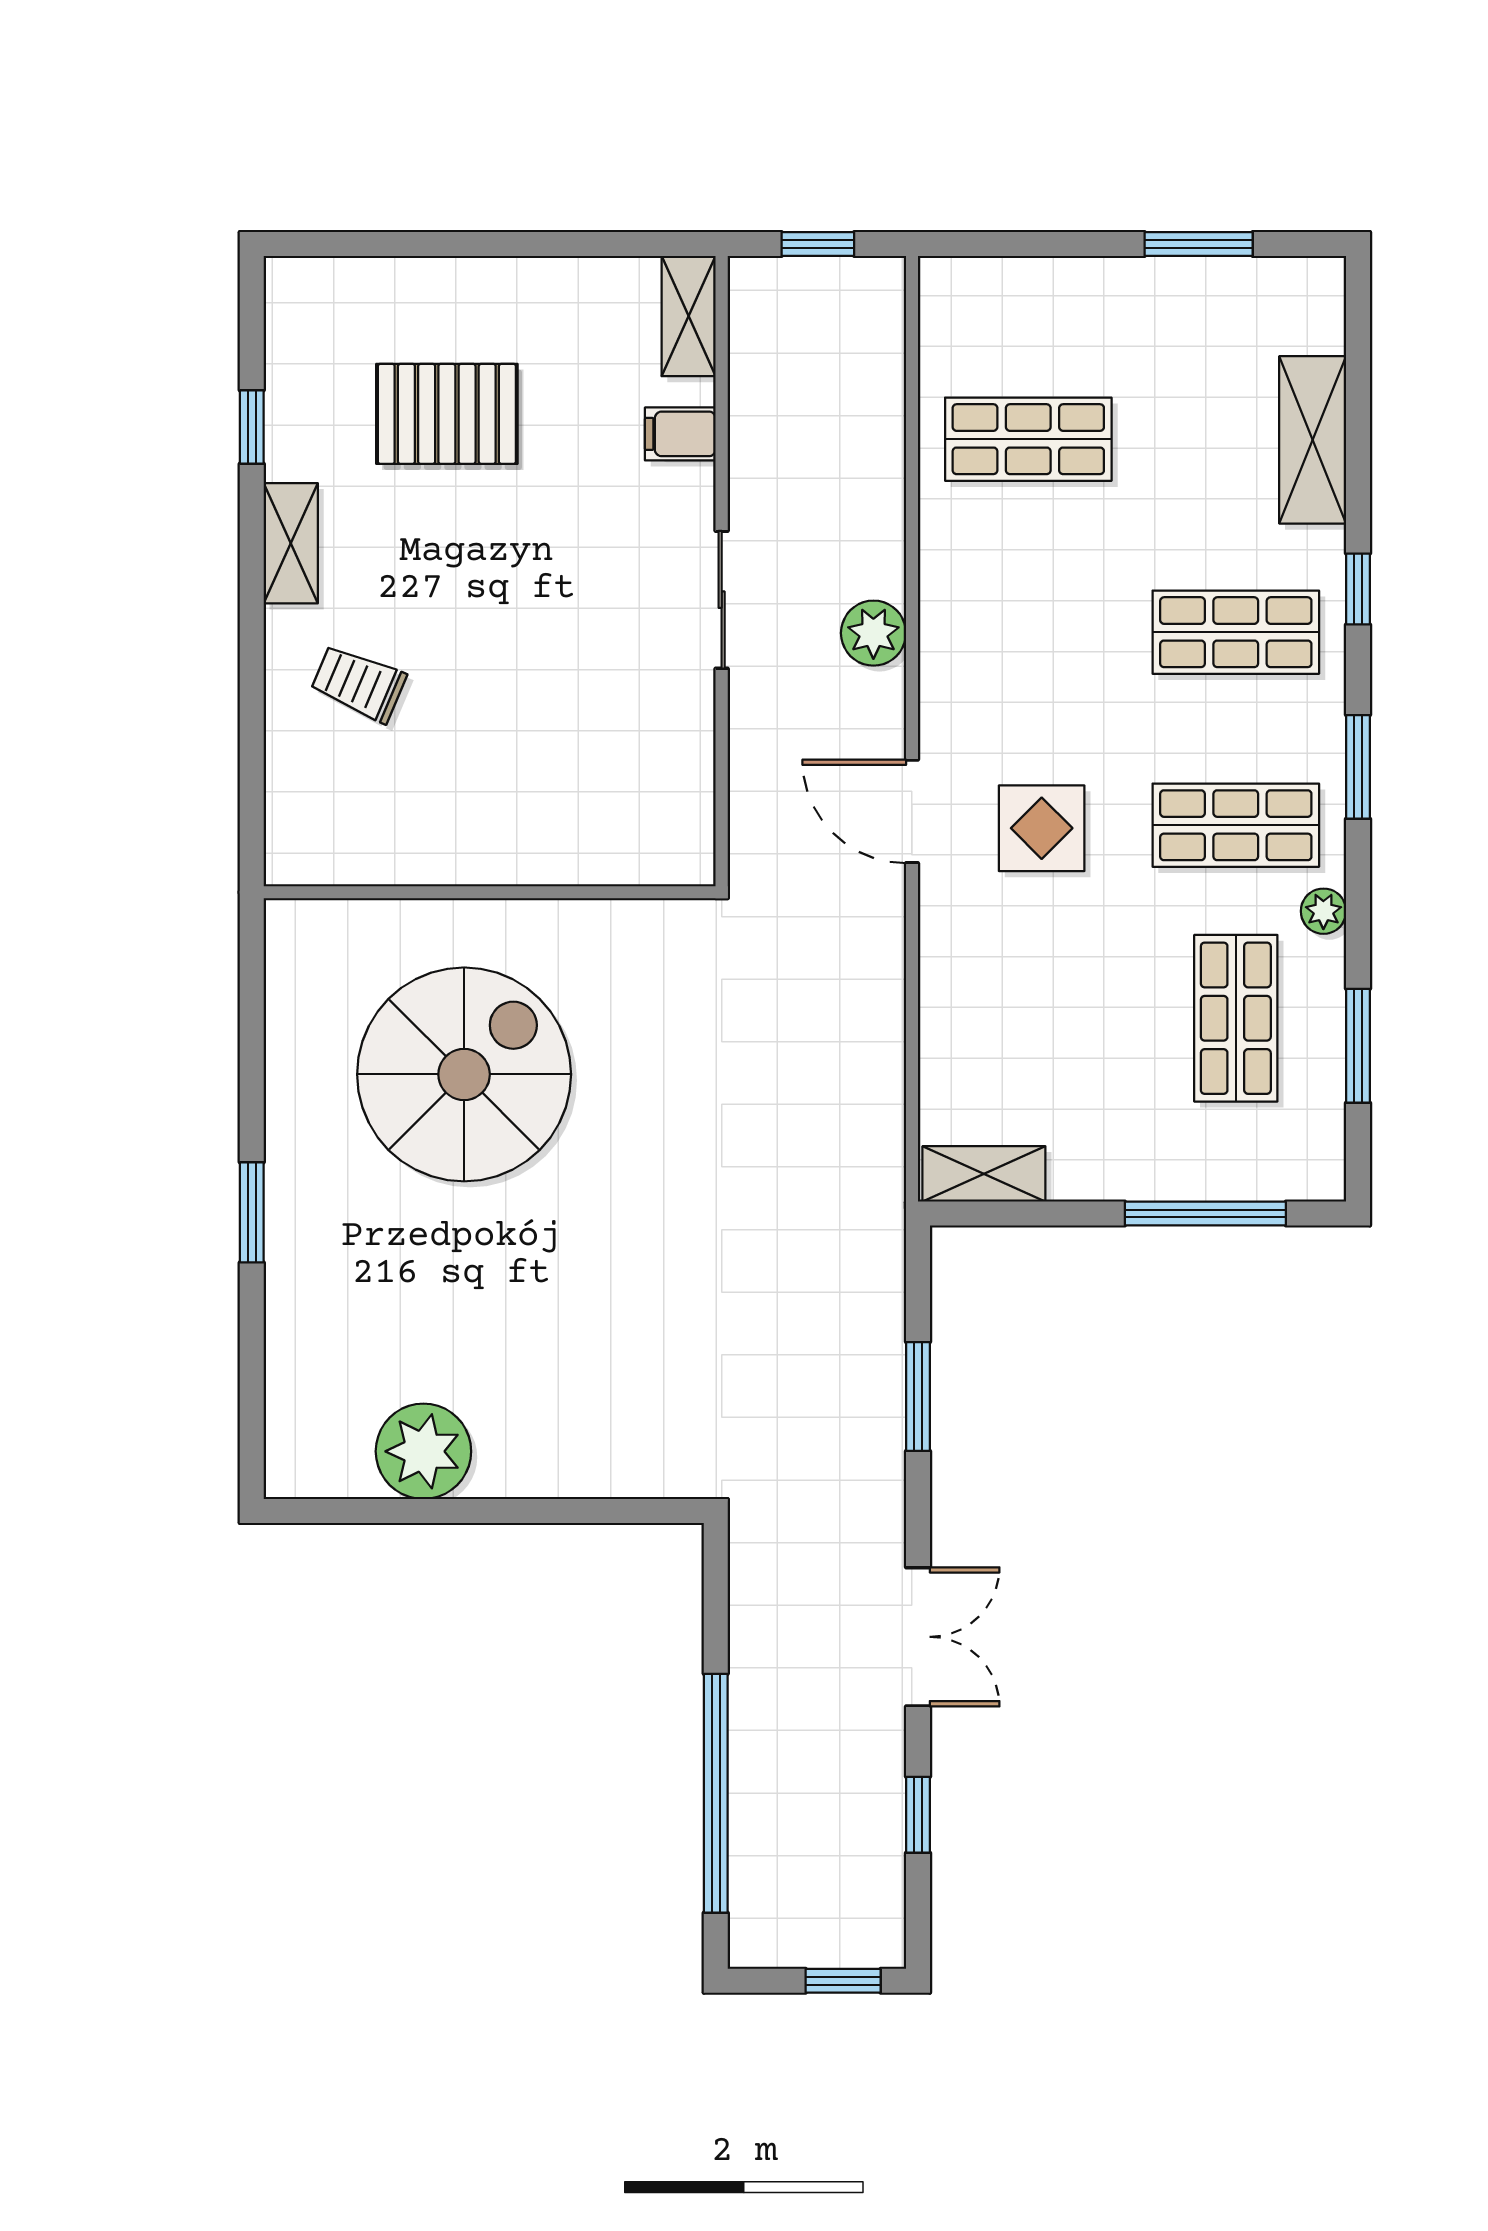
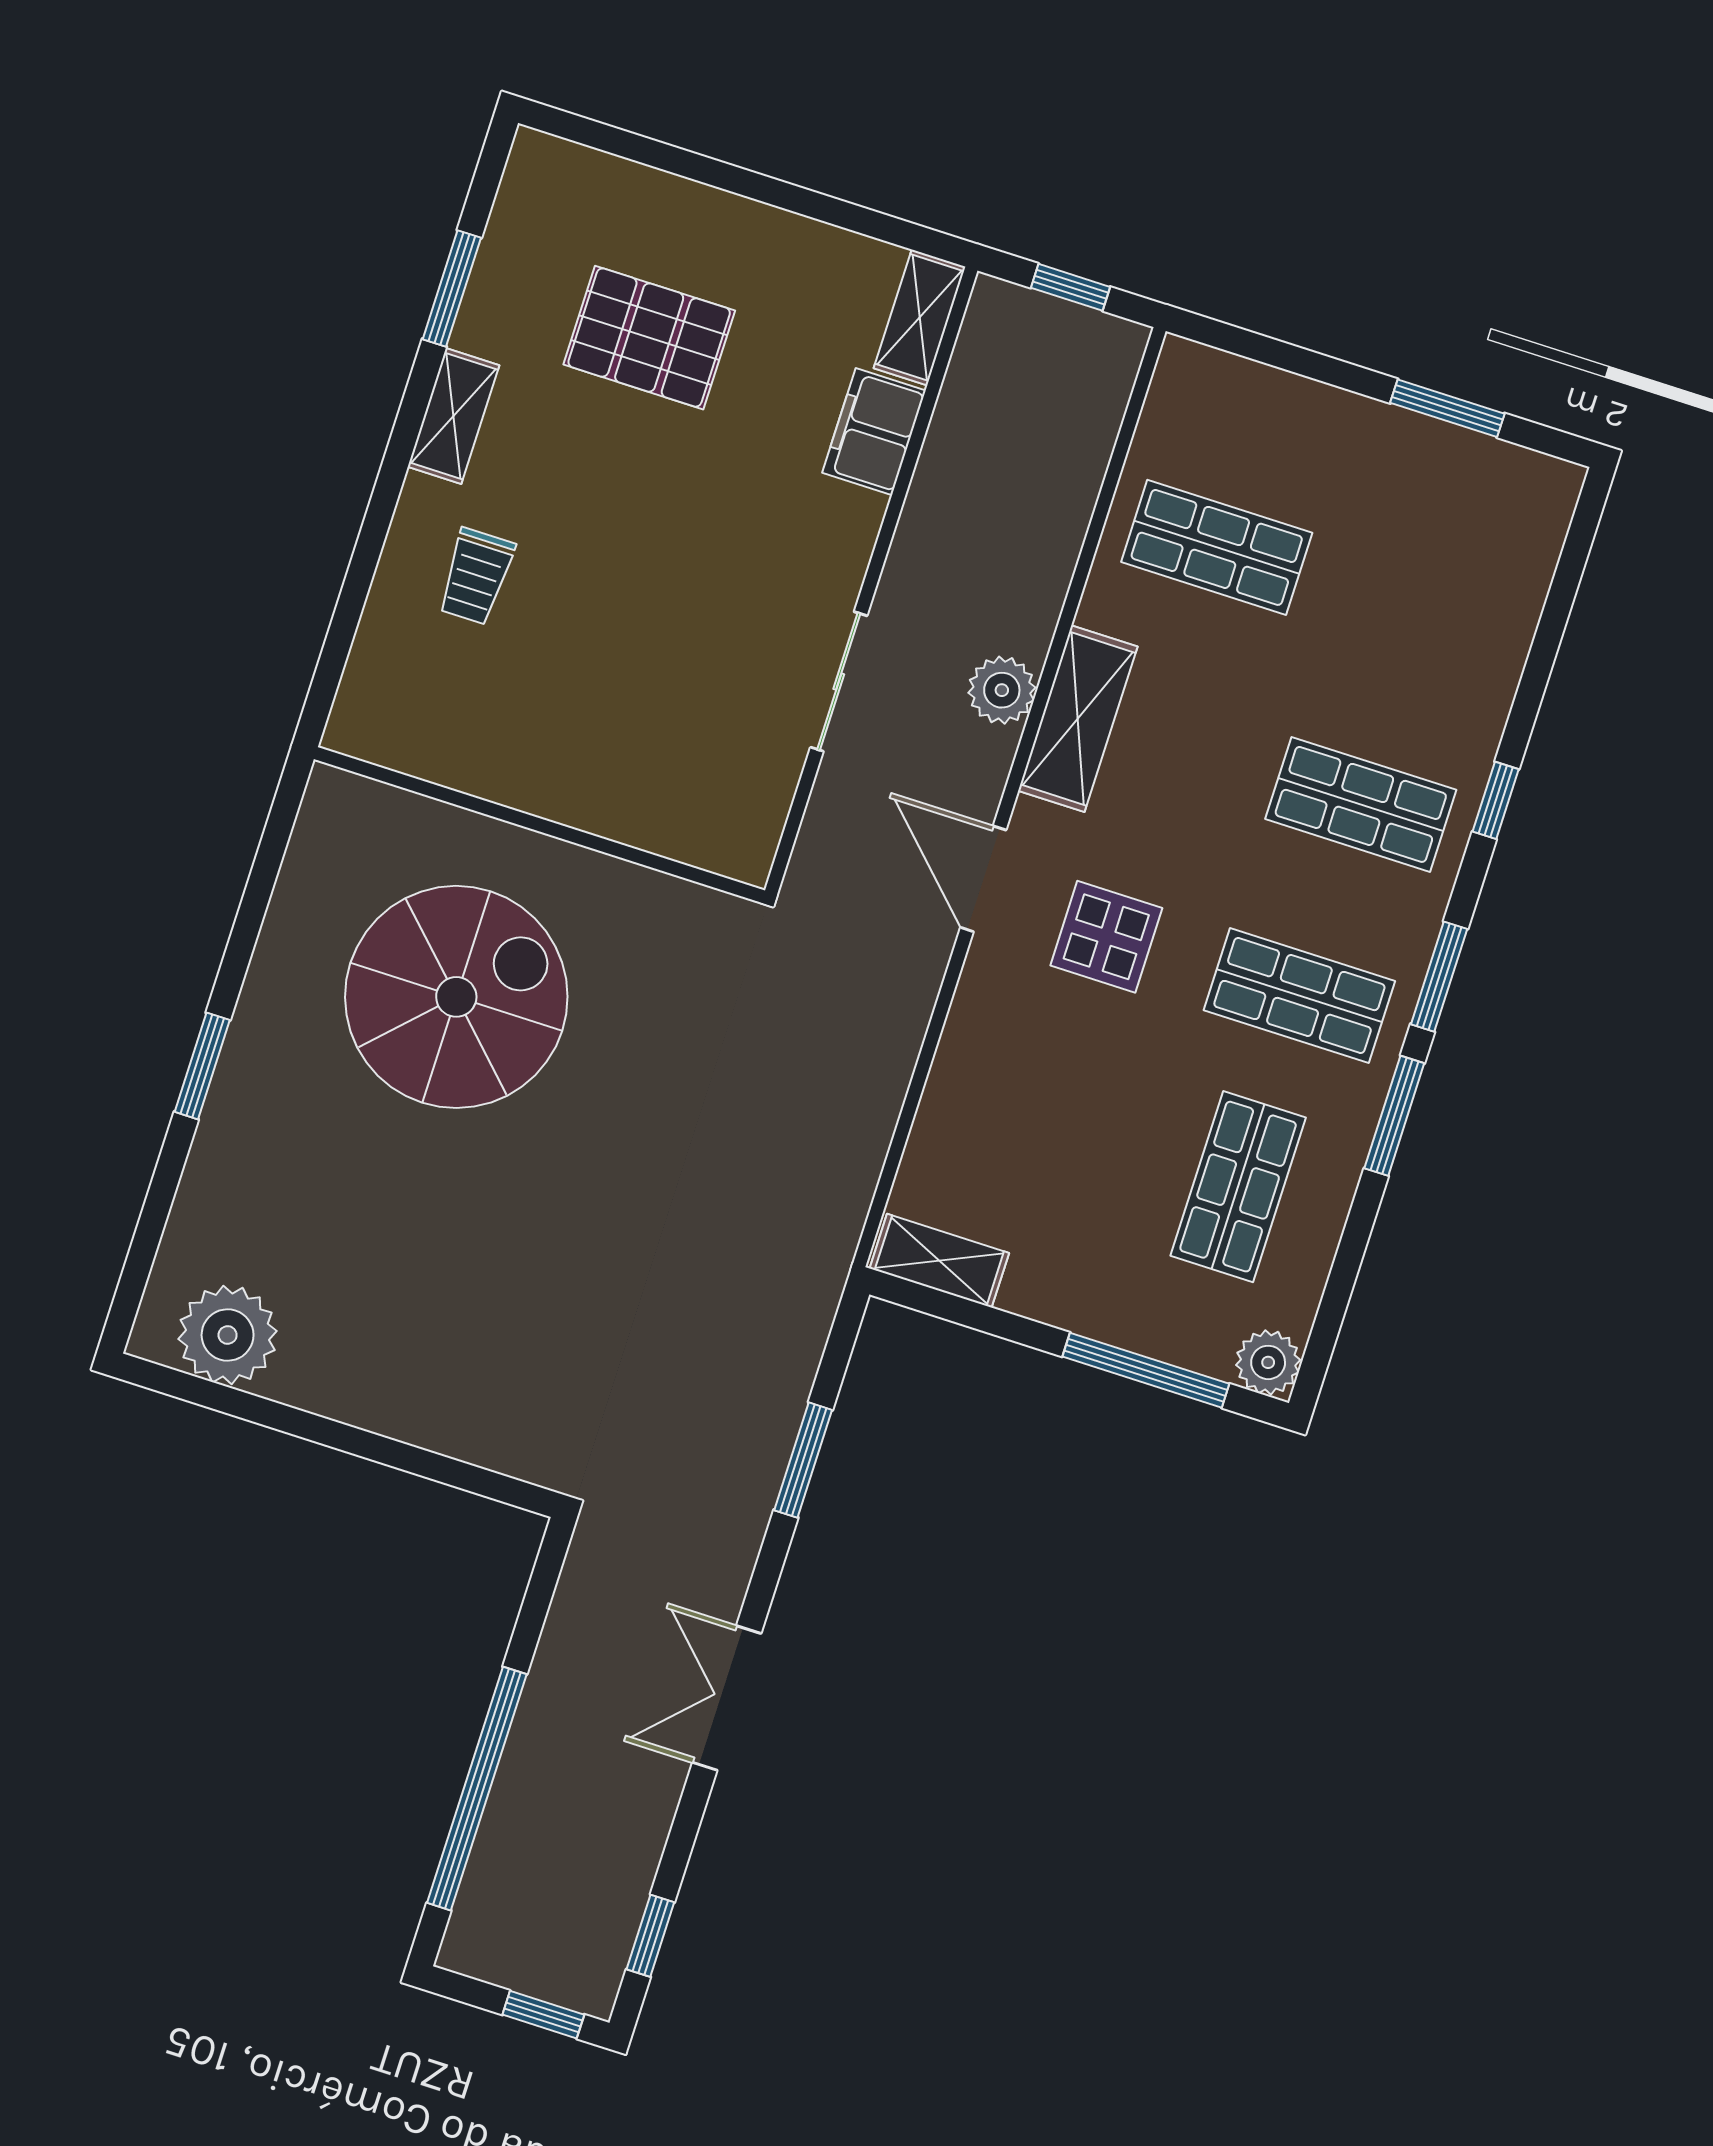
window: (252, 427) -> (452, 289), width x1.50
filing cabinet: (680, 434) -> (874, 432), width x2.00
shelving: (1313, 440) -> (1078, 719), moved
sliding door: (722, 600) -> (839, 682), moved
trolley: (359, 683) -> (476, 576), turned -113
plant: (1323, 911) -> (1268, 1362), moved, width x1.38, depth x1.38
window: (1358, 1046) -> (1394, 1116), moved
plant: (423, 1451) -> (228, 1335), moved
double door: (918, 1637) -> (727, 1698), swing flipped
window: (918, 1815) -> (650, 1936), moved

